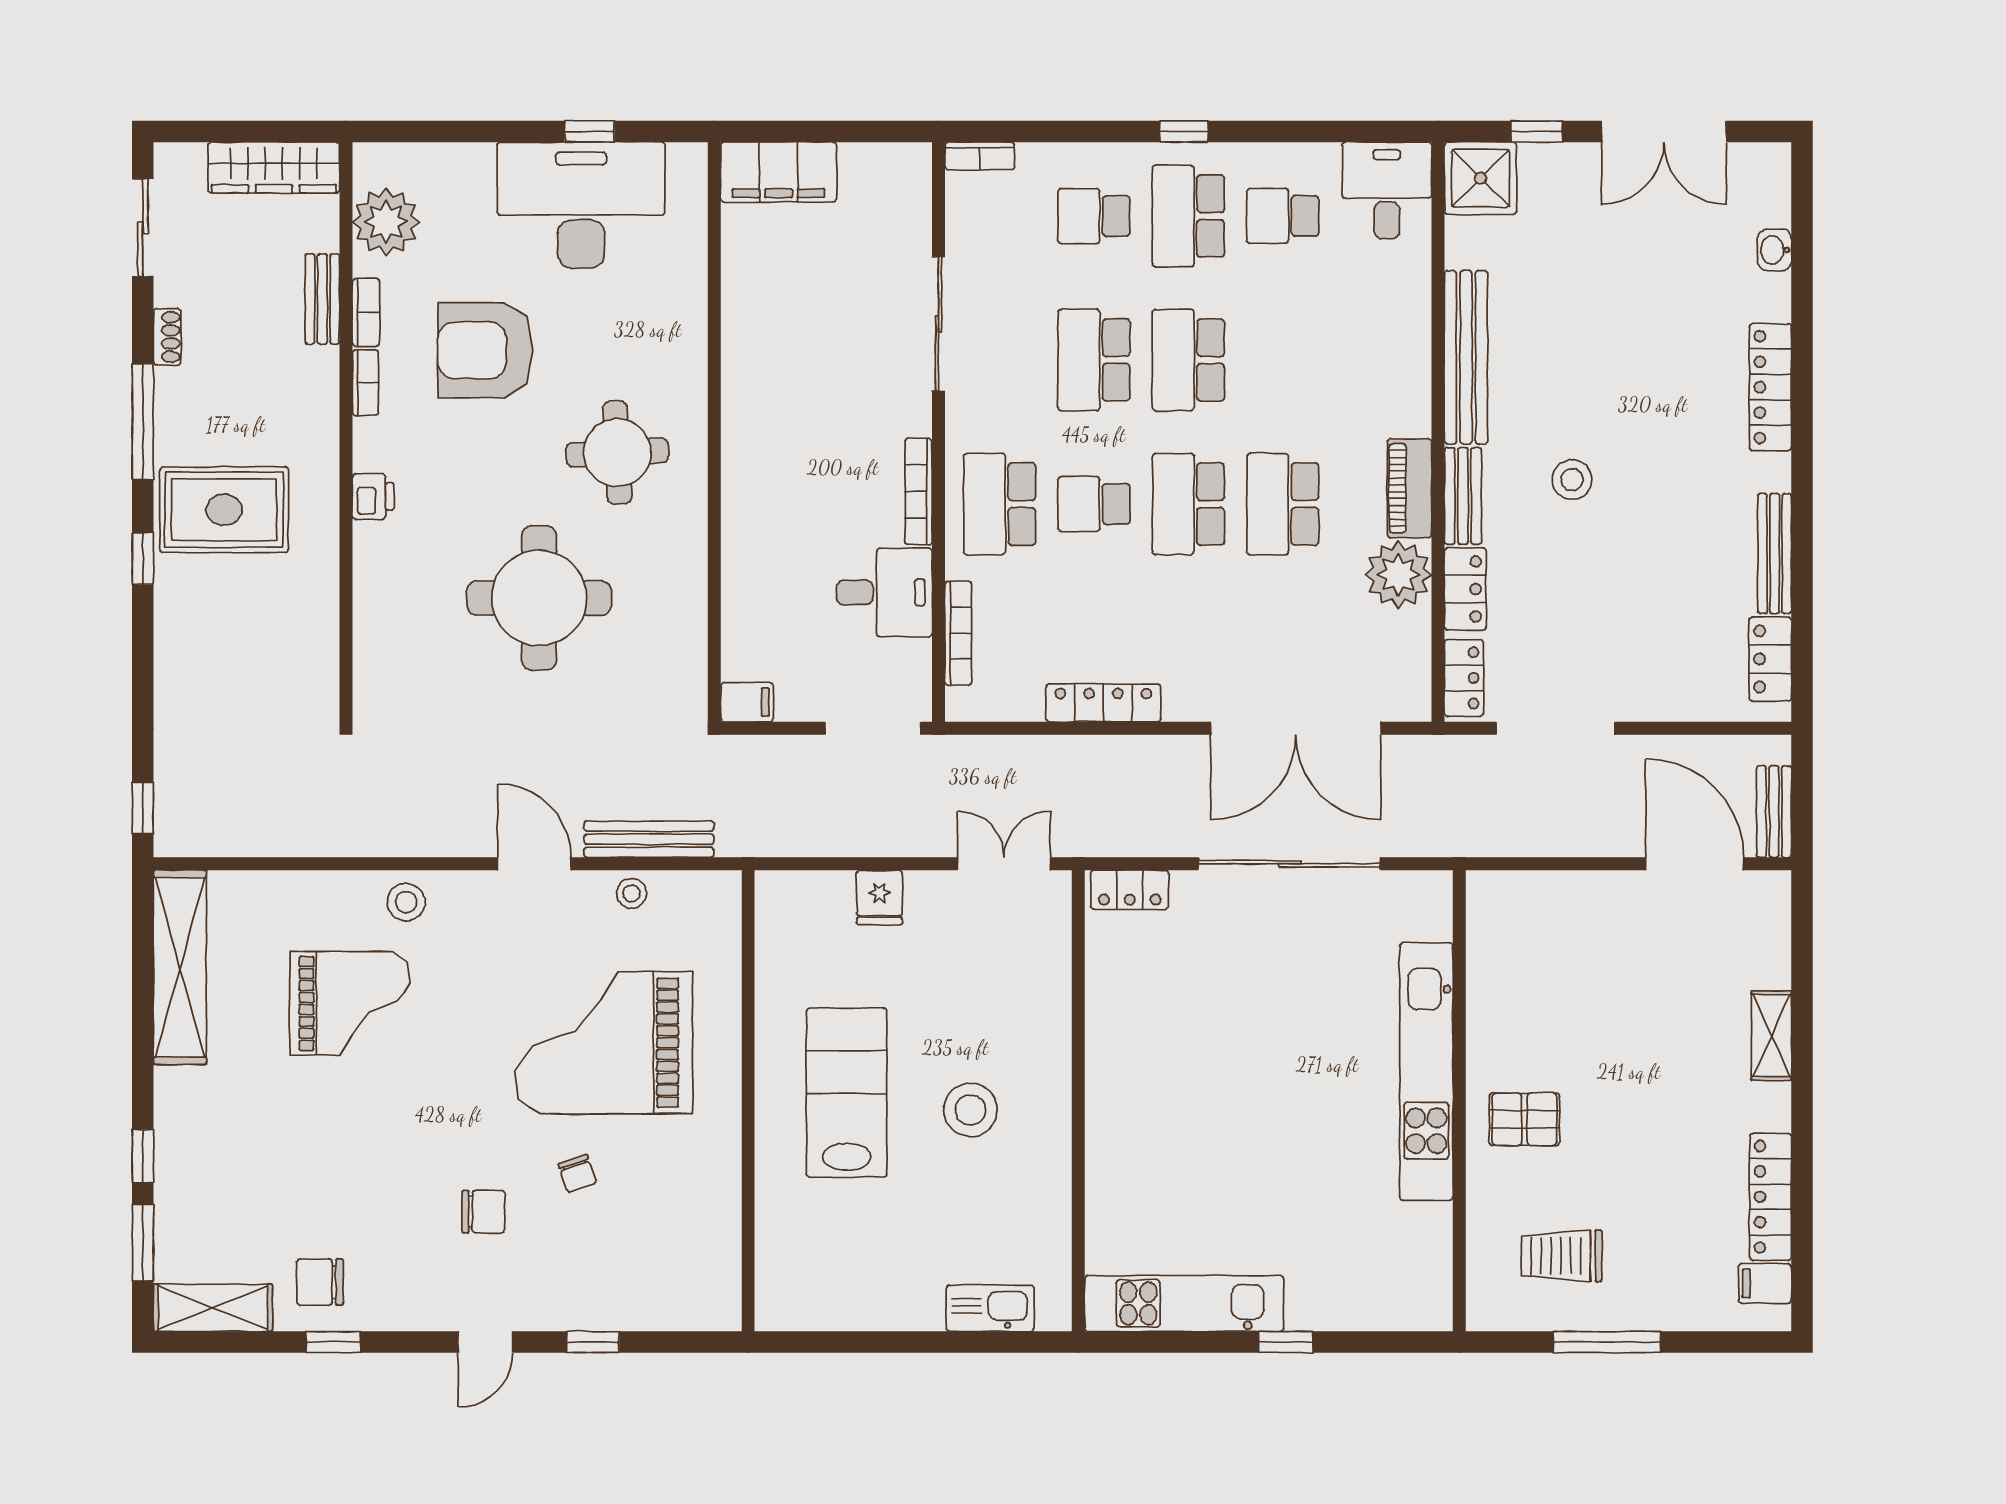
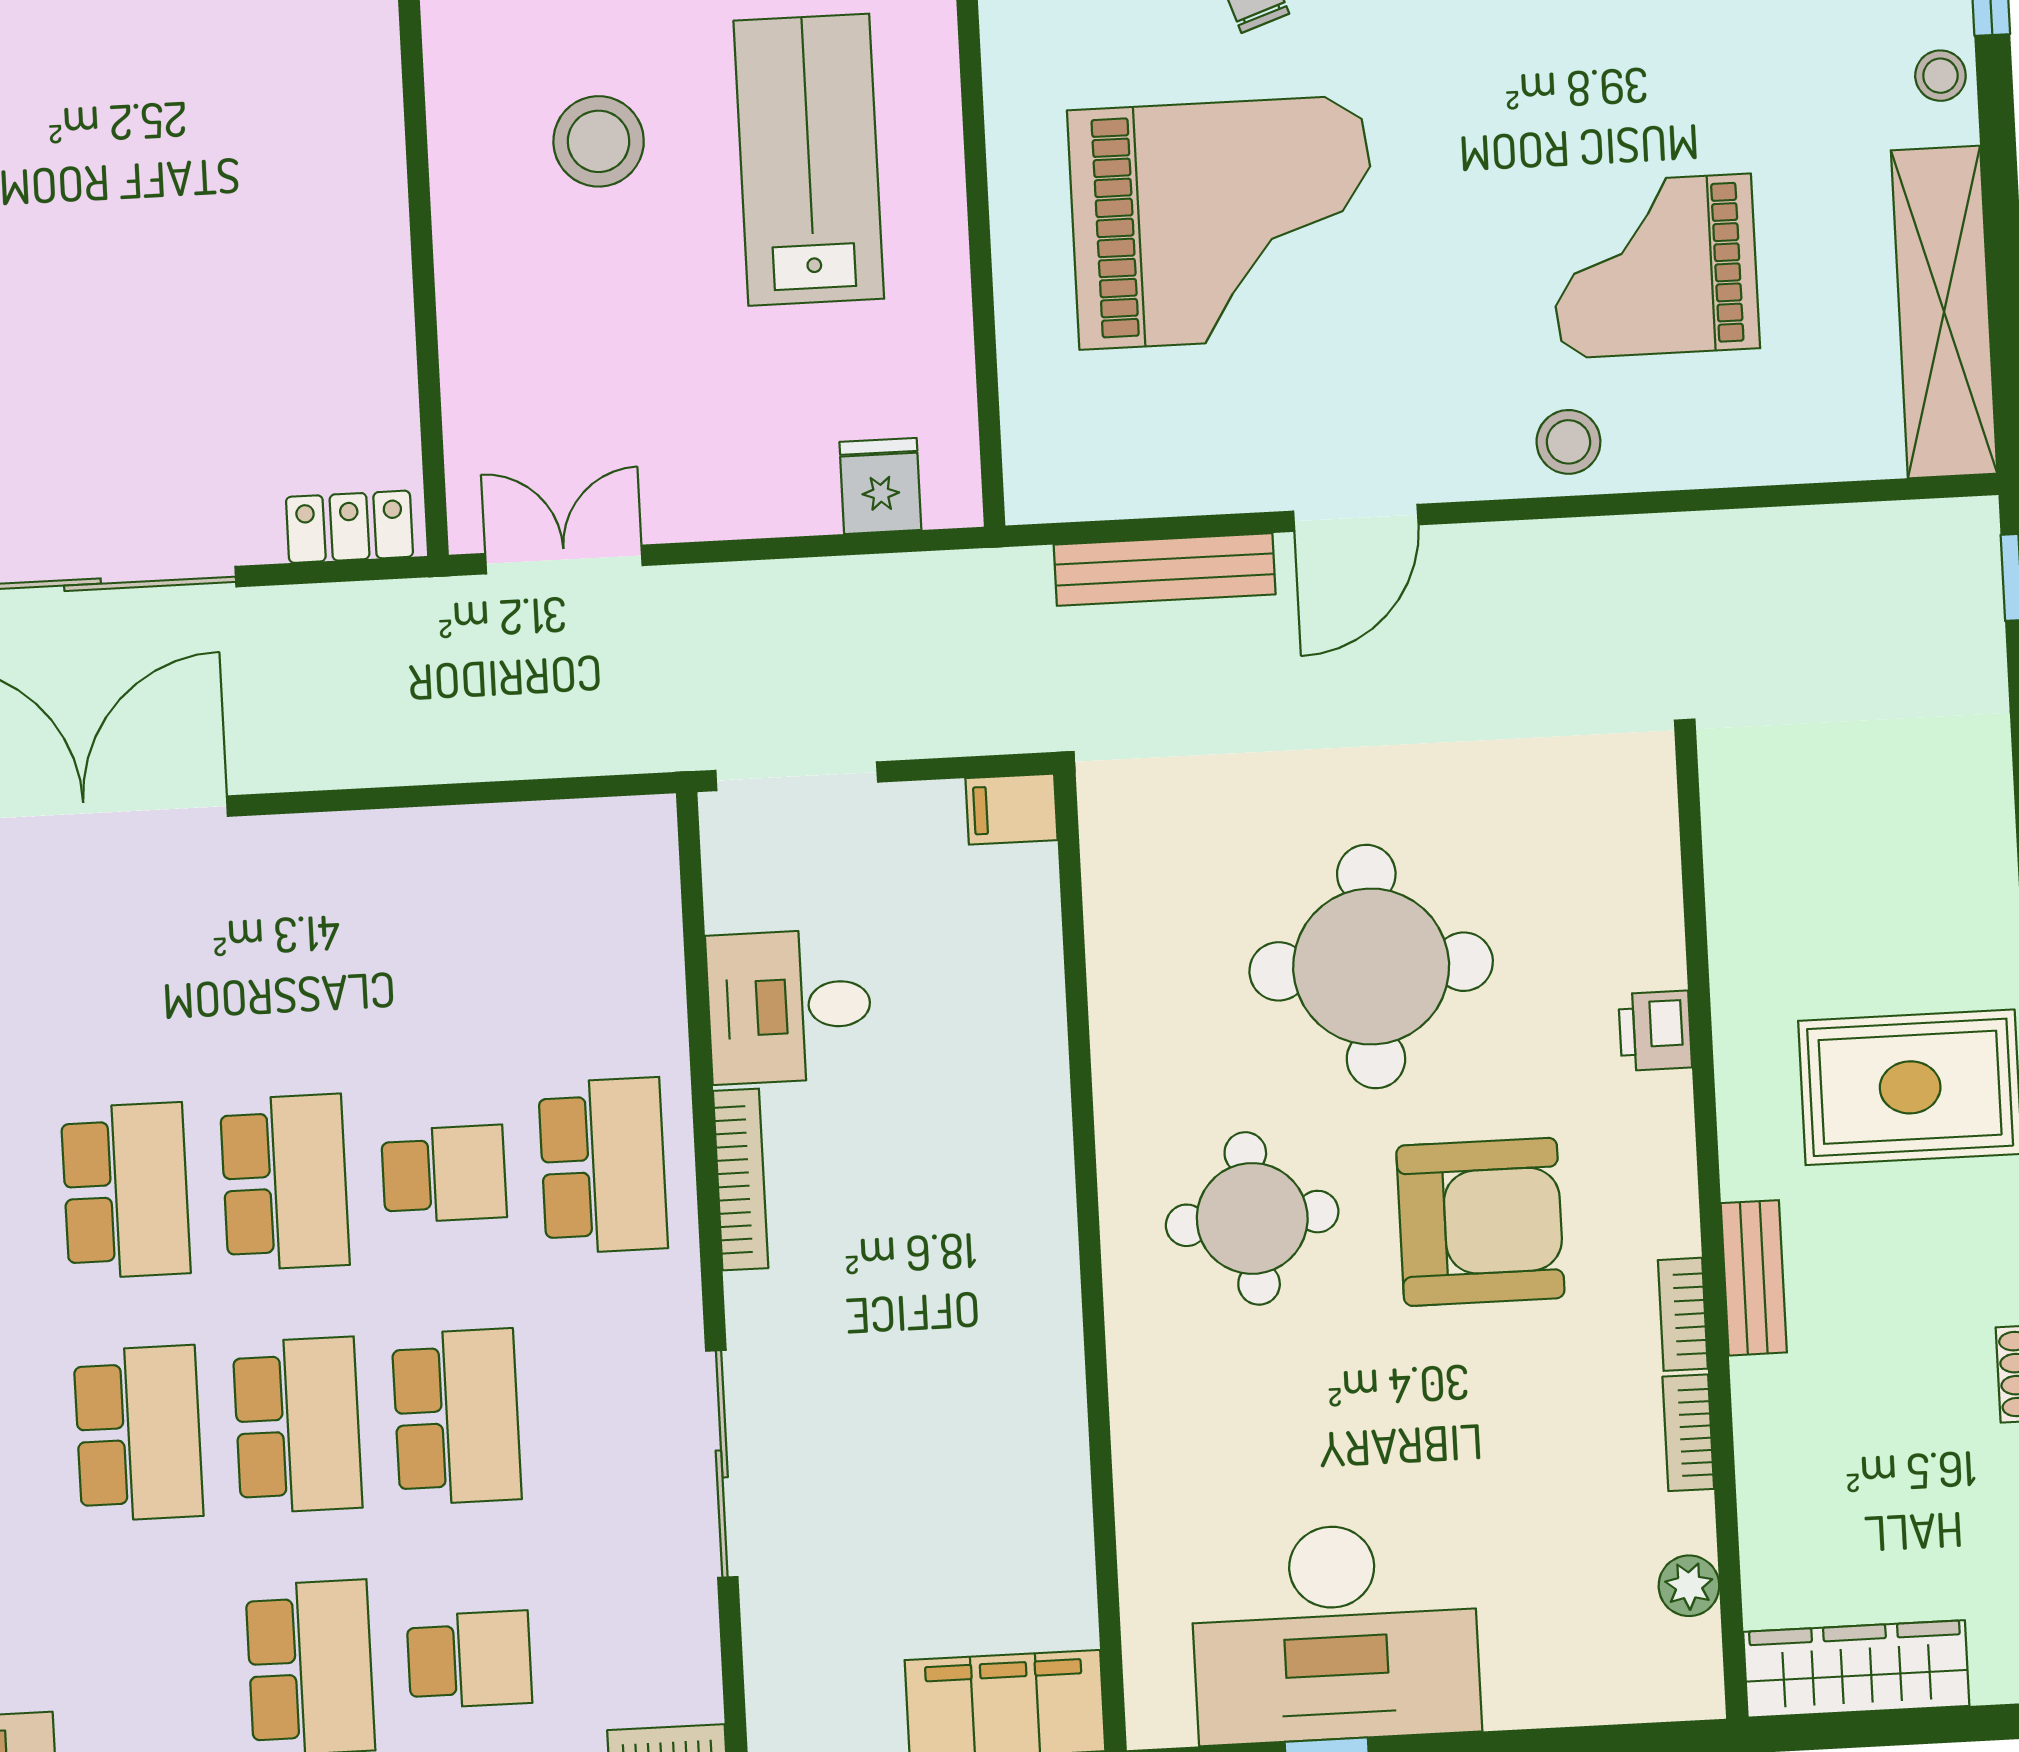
school desk: (1283, 216) -> (138, 1433), moved, width x1.85
plant: (386, 222) -> (1689, 1586), width x0.53, depth x0.53
bench: (322, 299) -> (1754, 1278), moved
armchair: (485, 350) -> (1480, 1222), moved
printer: (373, 497) -> (1655, 1031), moved
bookcase: (958, 633) -> (661, 944), removed
locker: (1103, 703) -> (410, 839), removed
door: (534, 864) -> (1356, 518), hinge flipped
double door: (1004, 864) -> (564, 559), swing flipped
stool: (632, 893) -> (1940, 76), moved
fridge: (879, 897) -> (880, 486), moved
lab bench: (847, 1093) -> (809, 160), turned 180

